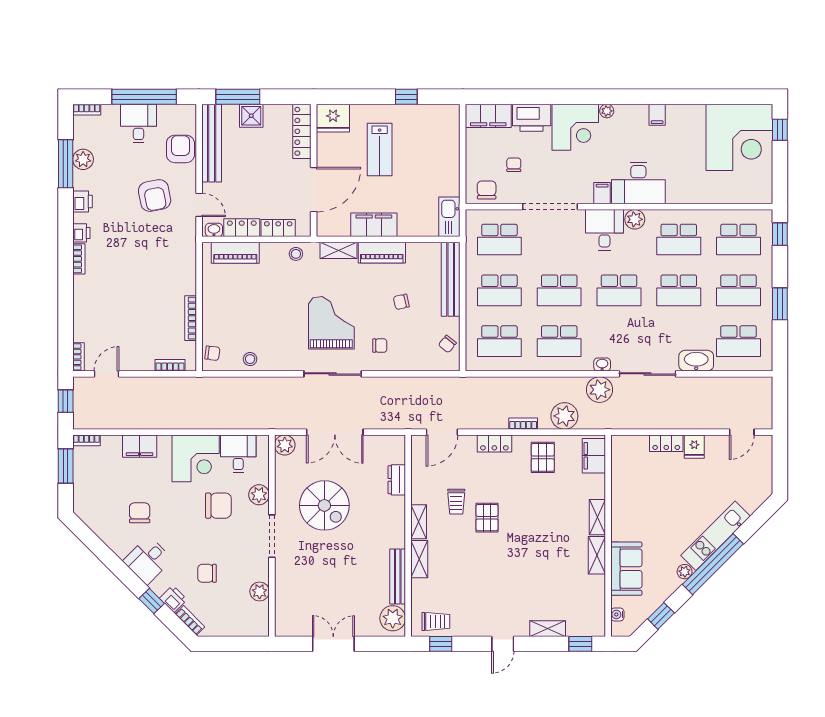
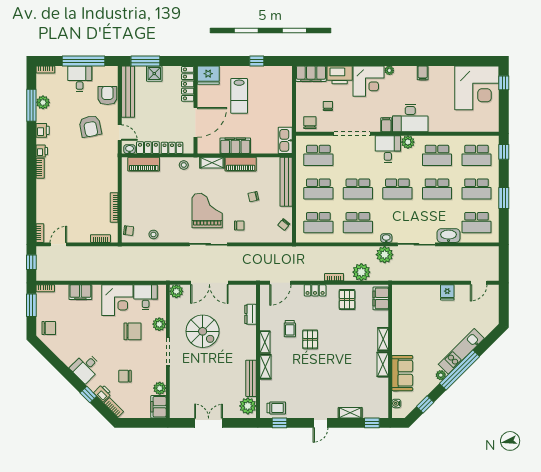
locker: (666, 443) -> (429, 290), removed
chair: (140, 513) -> (49, 328), moved, turned 90
filing cabinet: (258, 620) -> (159, 407), added

